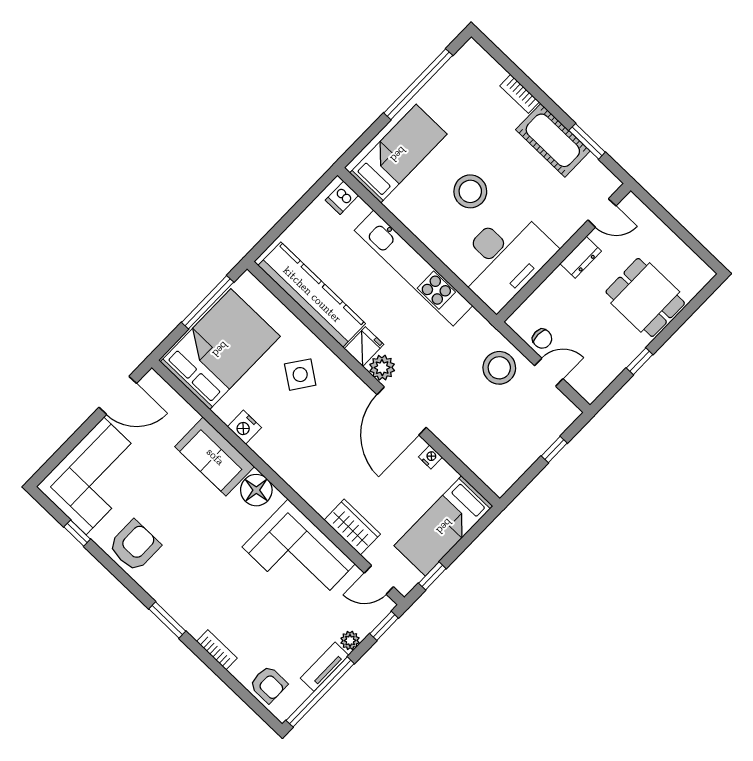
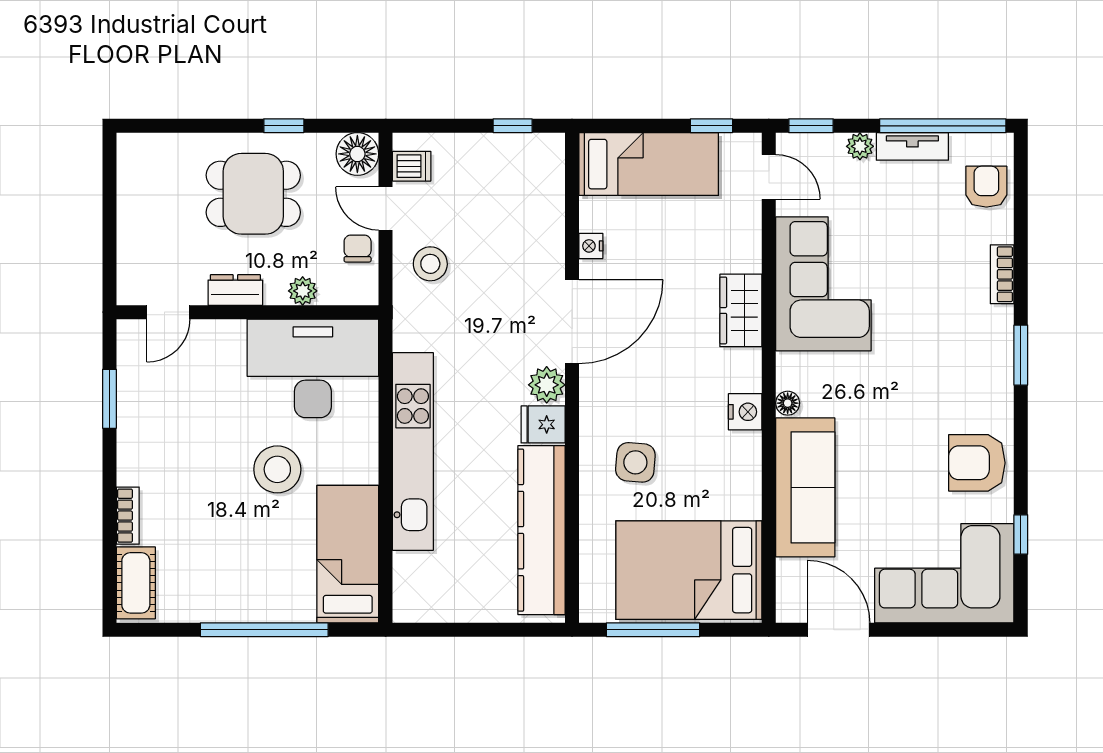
window: (418, 84) -> (264, 630), moved
cot: (553, 140) -> (136, 583), moved, width x0.73, depth x0.75
bed: (398, 154) -> (348, 554), moved, turned 90
dishwasher: (342, 198) -> (412, 166), moved
door: (602, 213) -> (168, 312), swing flipped
plant: (548, 291) -> (303, 291), added
dining table: (645, 297) -> (253, 194), moved, turned 90
stool: (499, 368) -> (430, 264), width x0.73, depth x0.73
side table: (300, 375) -> (635, 462), turned -30
floor lamp: (590, 384) -> (357, 154), added
nightstand: (244, 427) -> (745, 412), moved
window: (554, 450) -> (513, 126), moved
sofa: (215, 457) -> (805, 487), width x1.36
floor lamp: (256, 490) -> (788, 403), width x0.53, depth x0.53
wardrobe: (352, 527) -> (741, 310), moved

